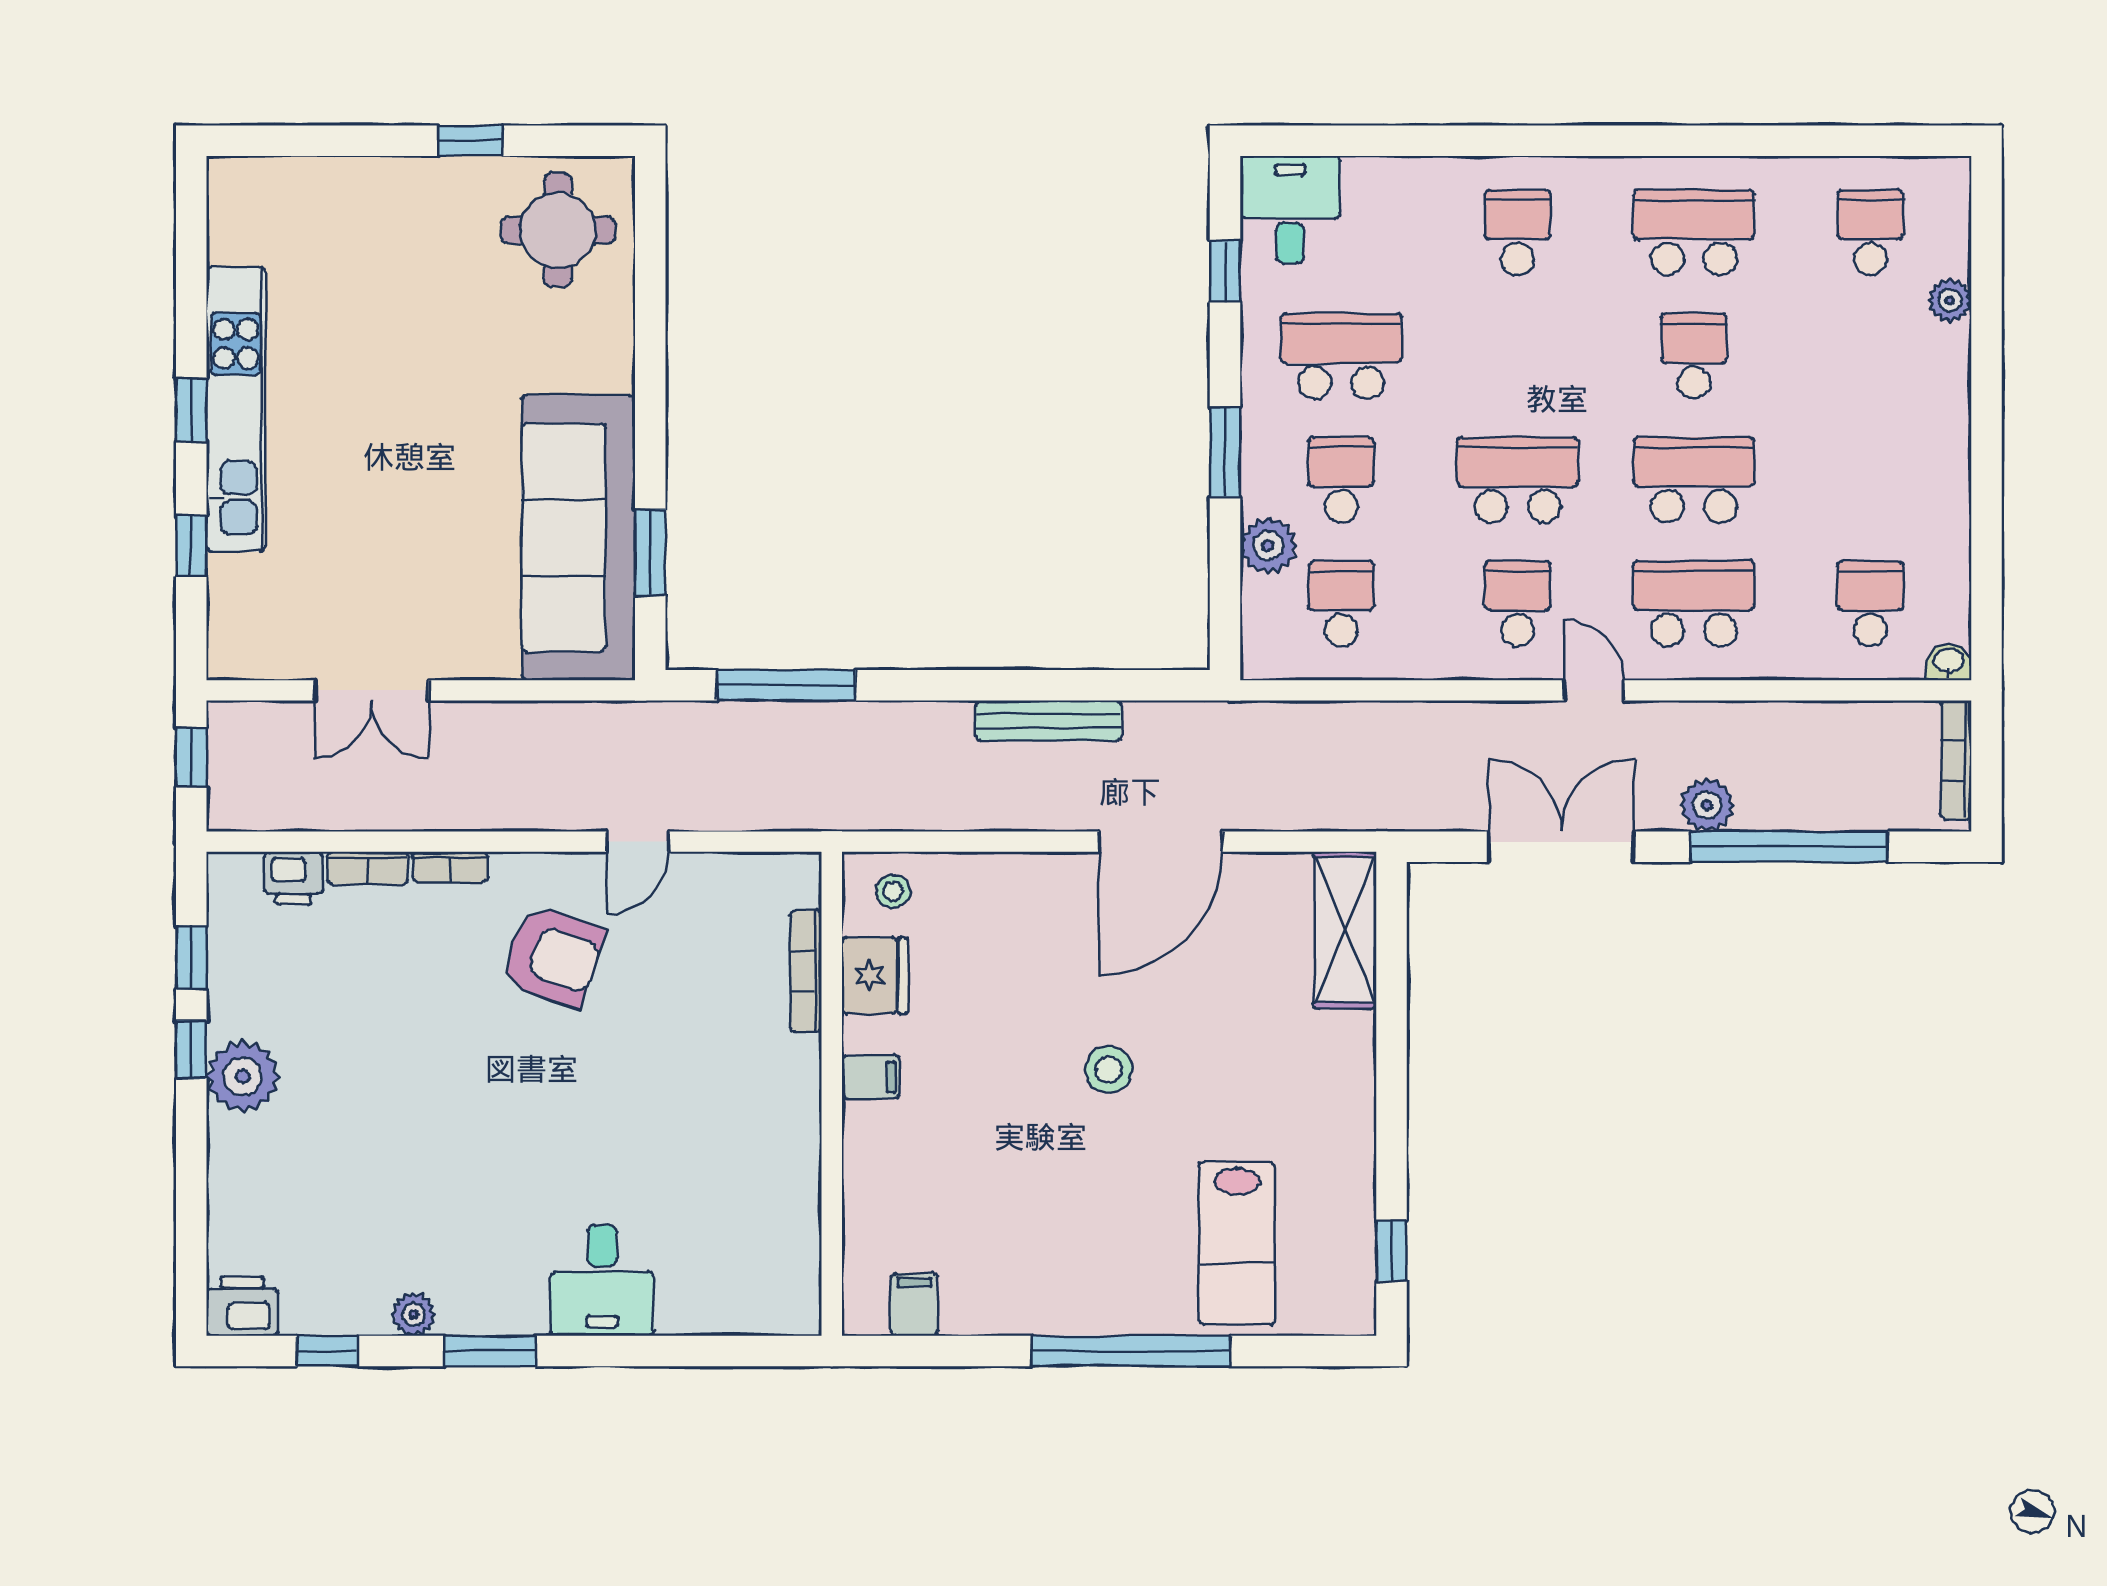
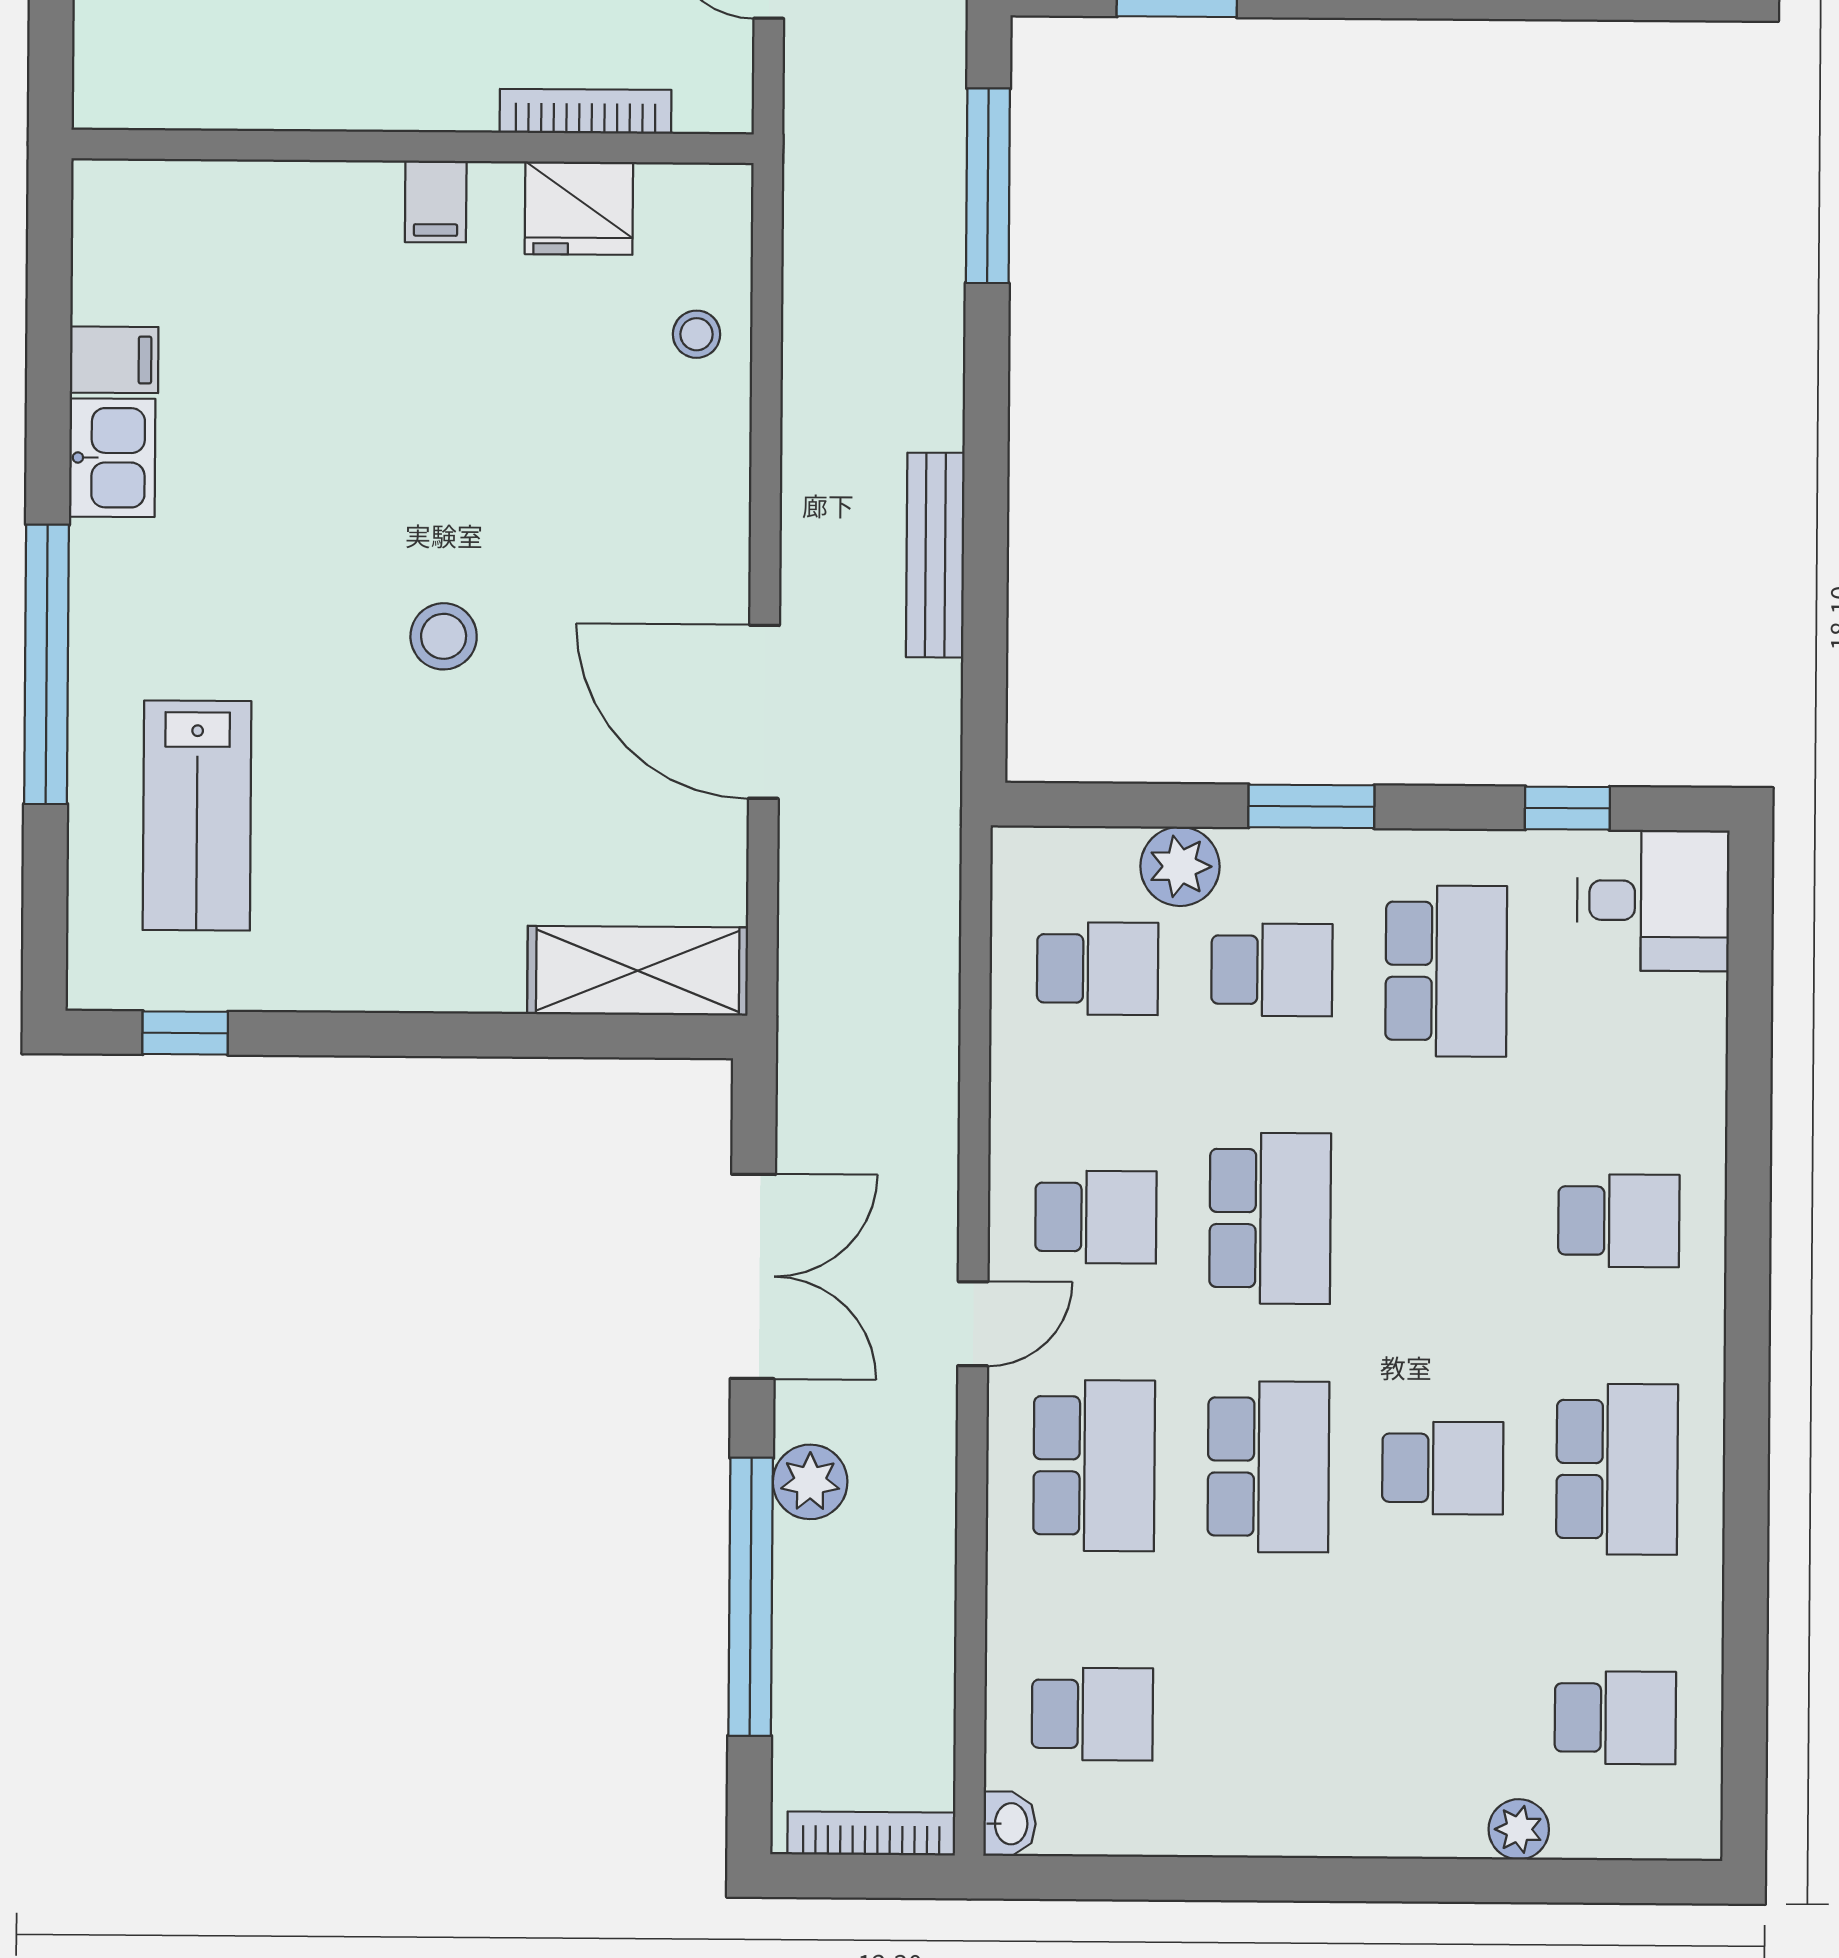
bookcase: (806, 971) -> (586, 111), moved
fridge: (875, 975) -> (579, 208), moved
filing cabinet: (871, 1077) -> (436, 201), moved
wall: (832, 1094) -> (413, 146), moved
lab bench: (1237, 1243) -> (197, 816), turned -90
kitchen sink: (984, 1305) -> (112, 458), added

